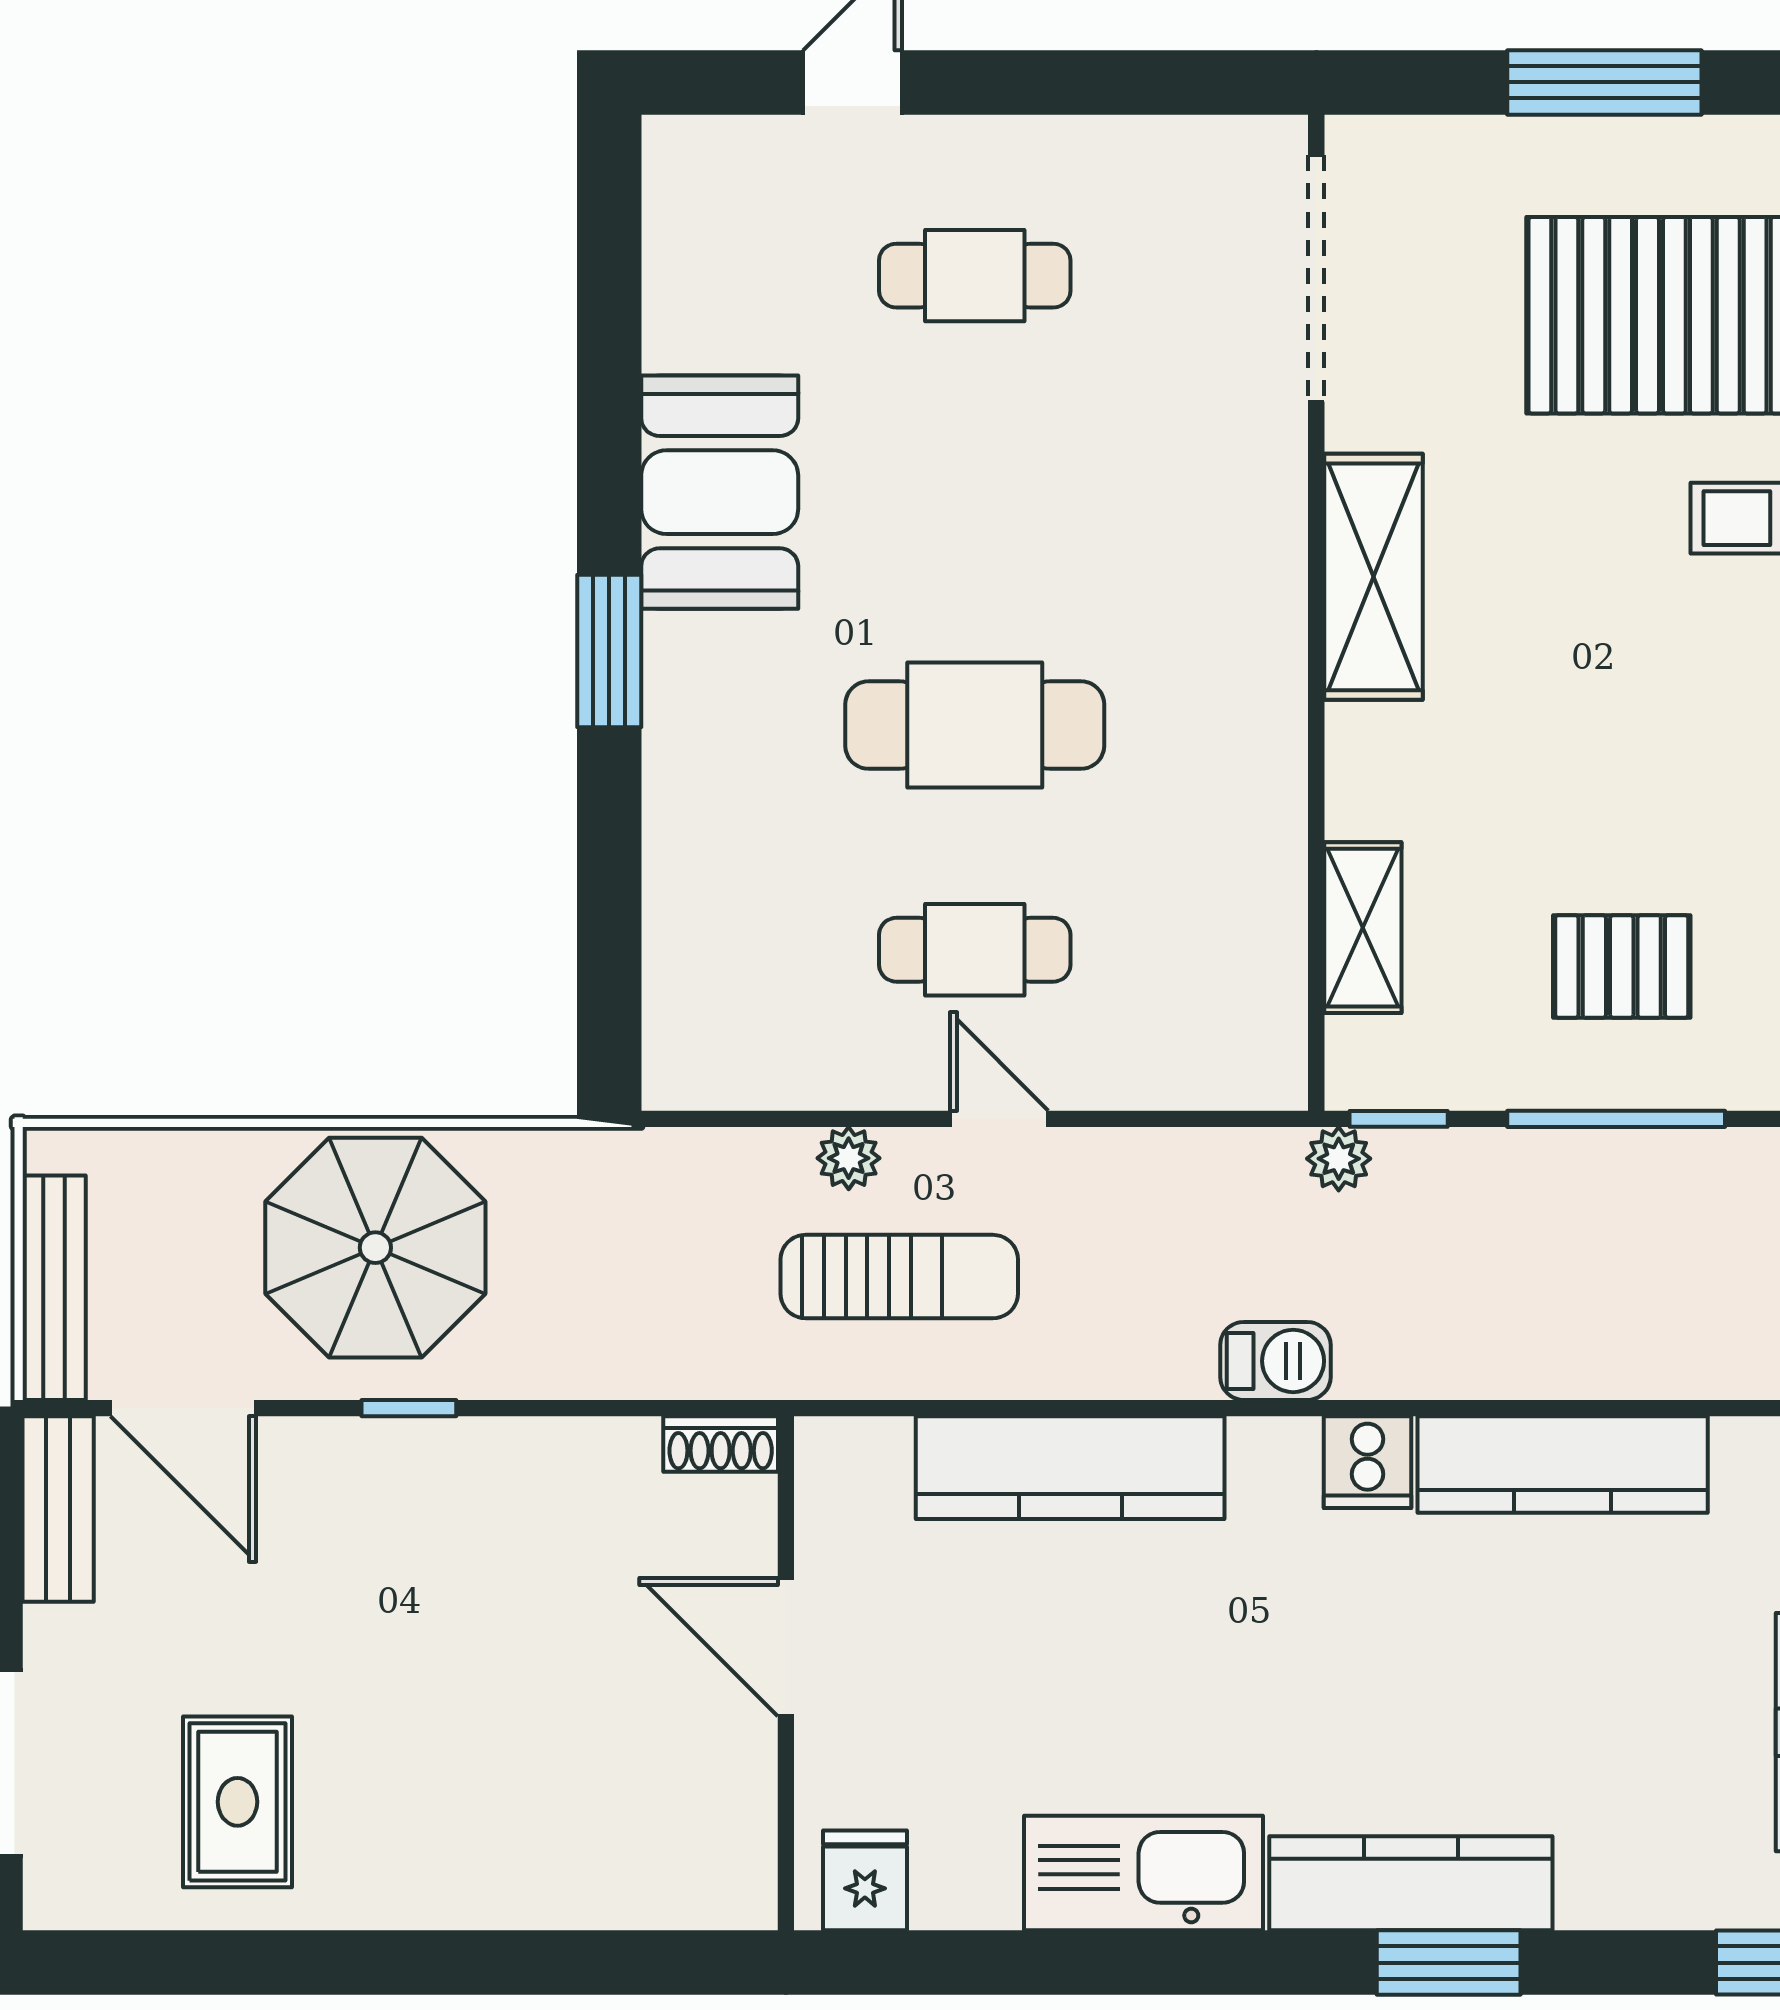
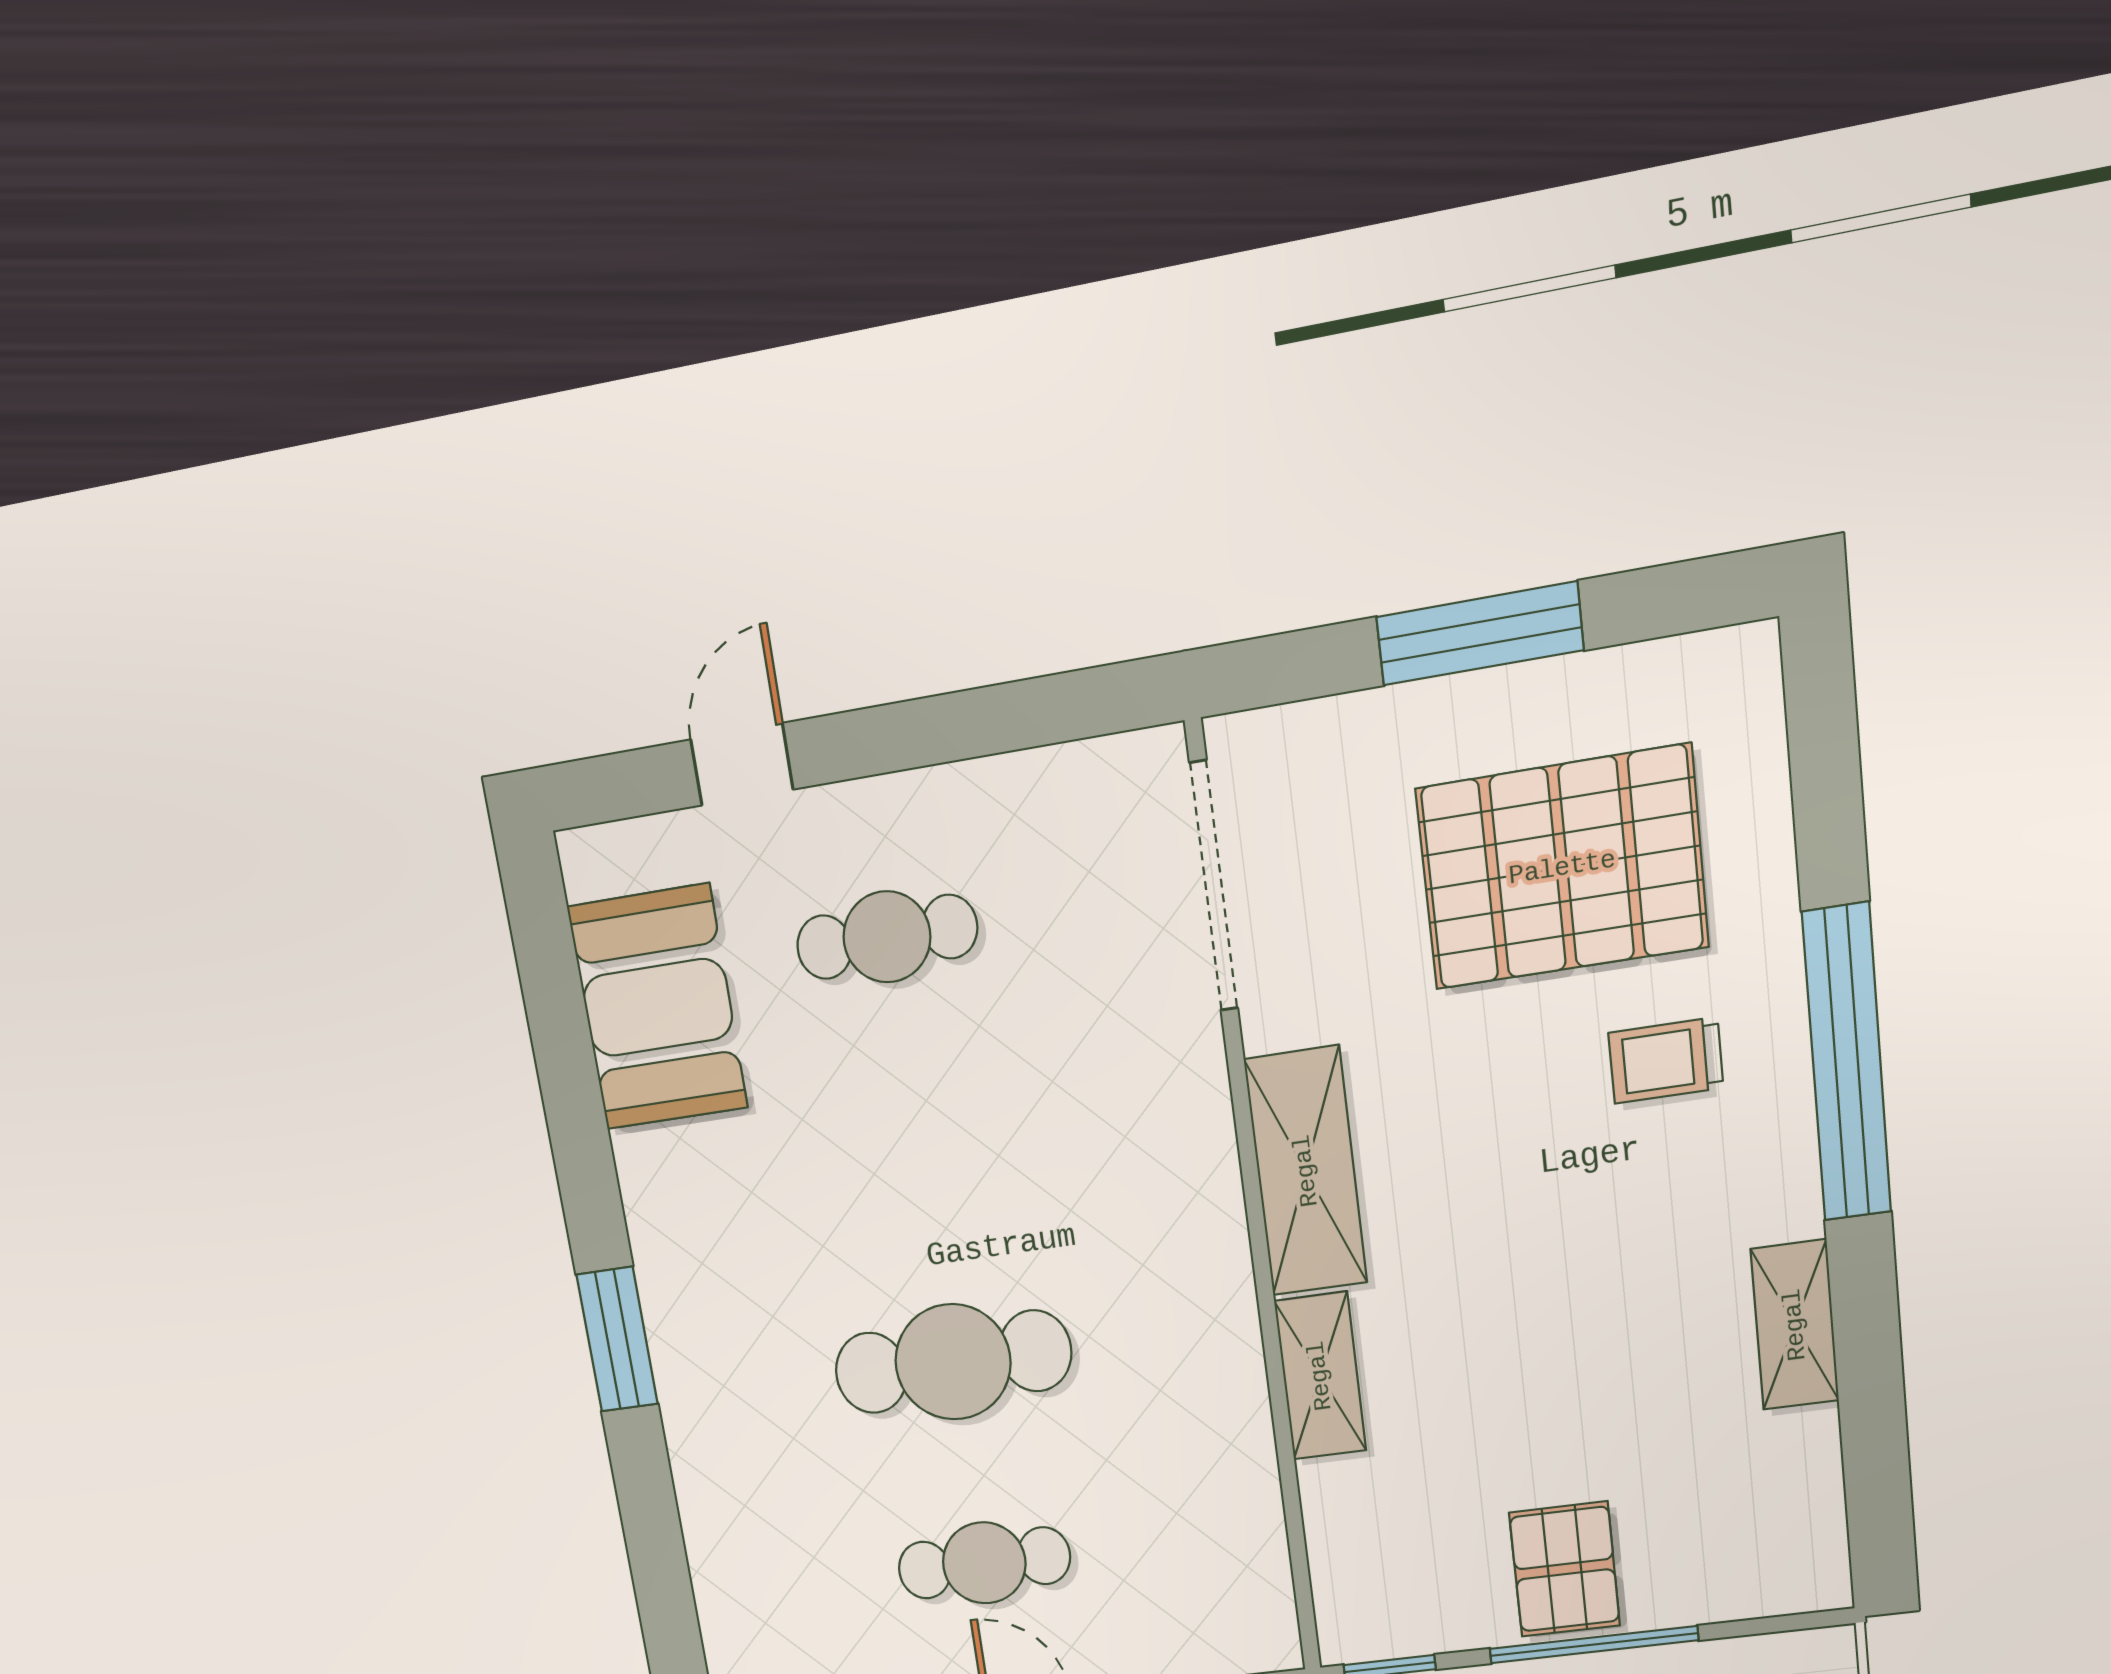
booth: (720, 492) -> (658, 1007), moved
shelving: (1363, 928) -> (1320, 1376), moved
pallet: (1622, 967) -> (1564, 1569), moved, turned 90

